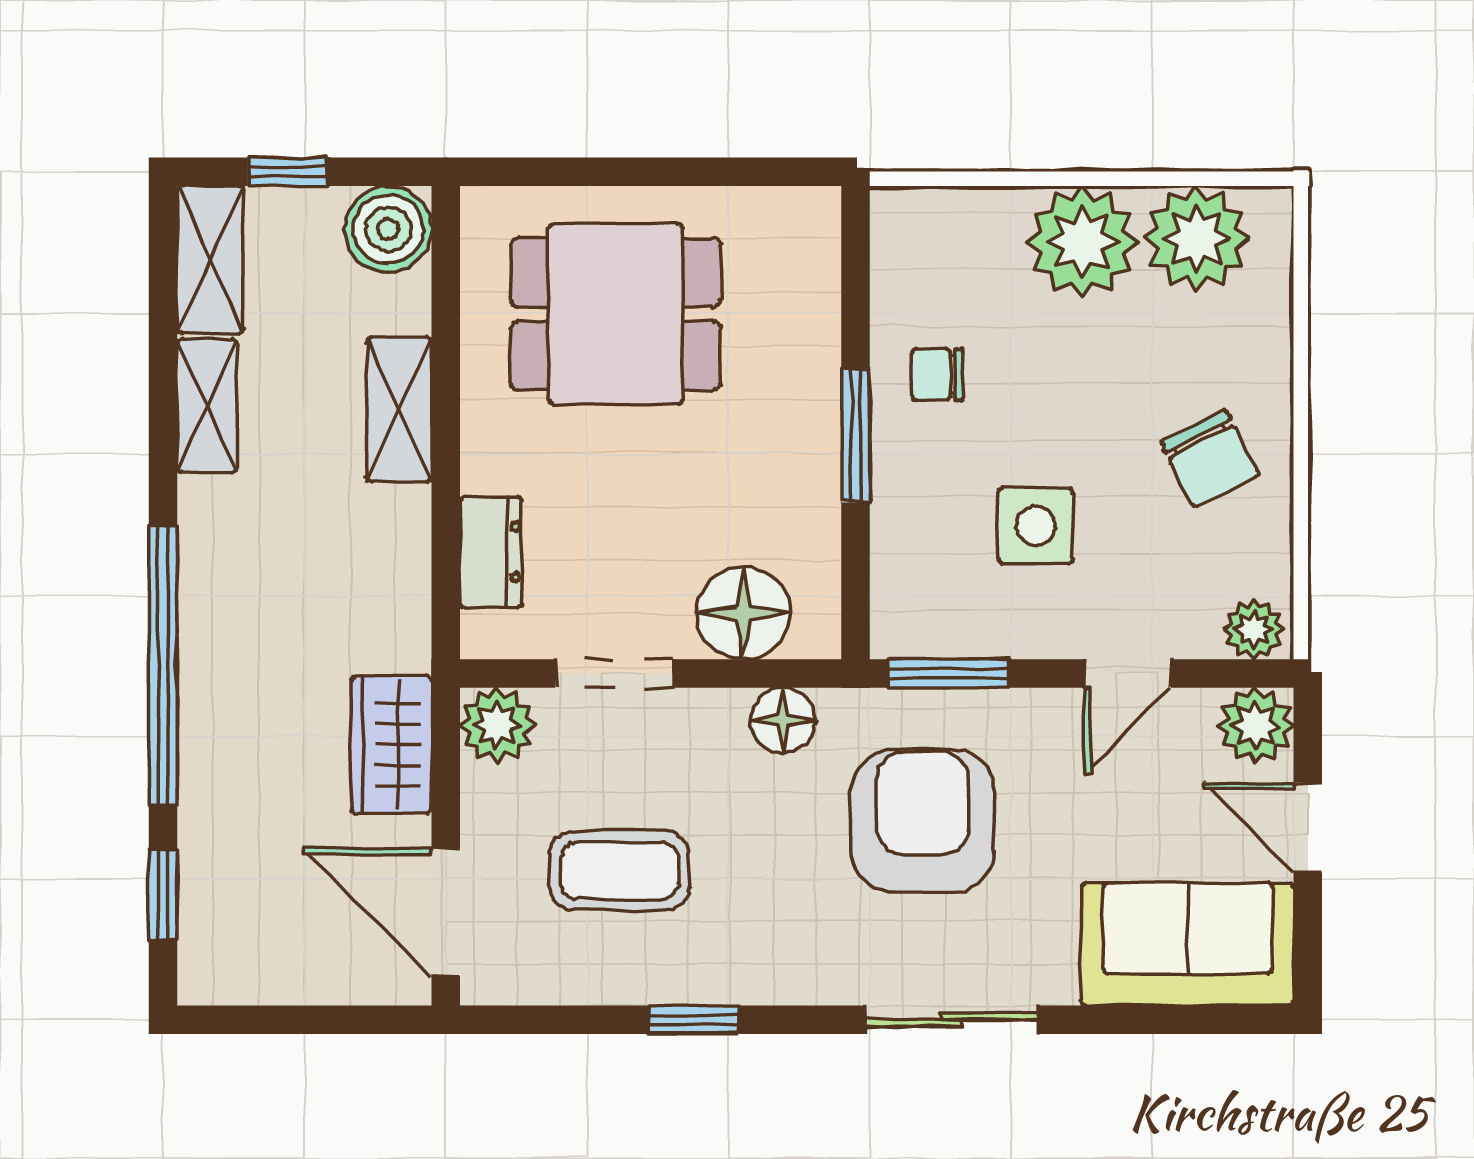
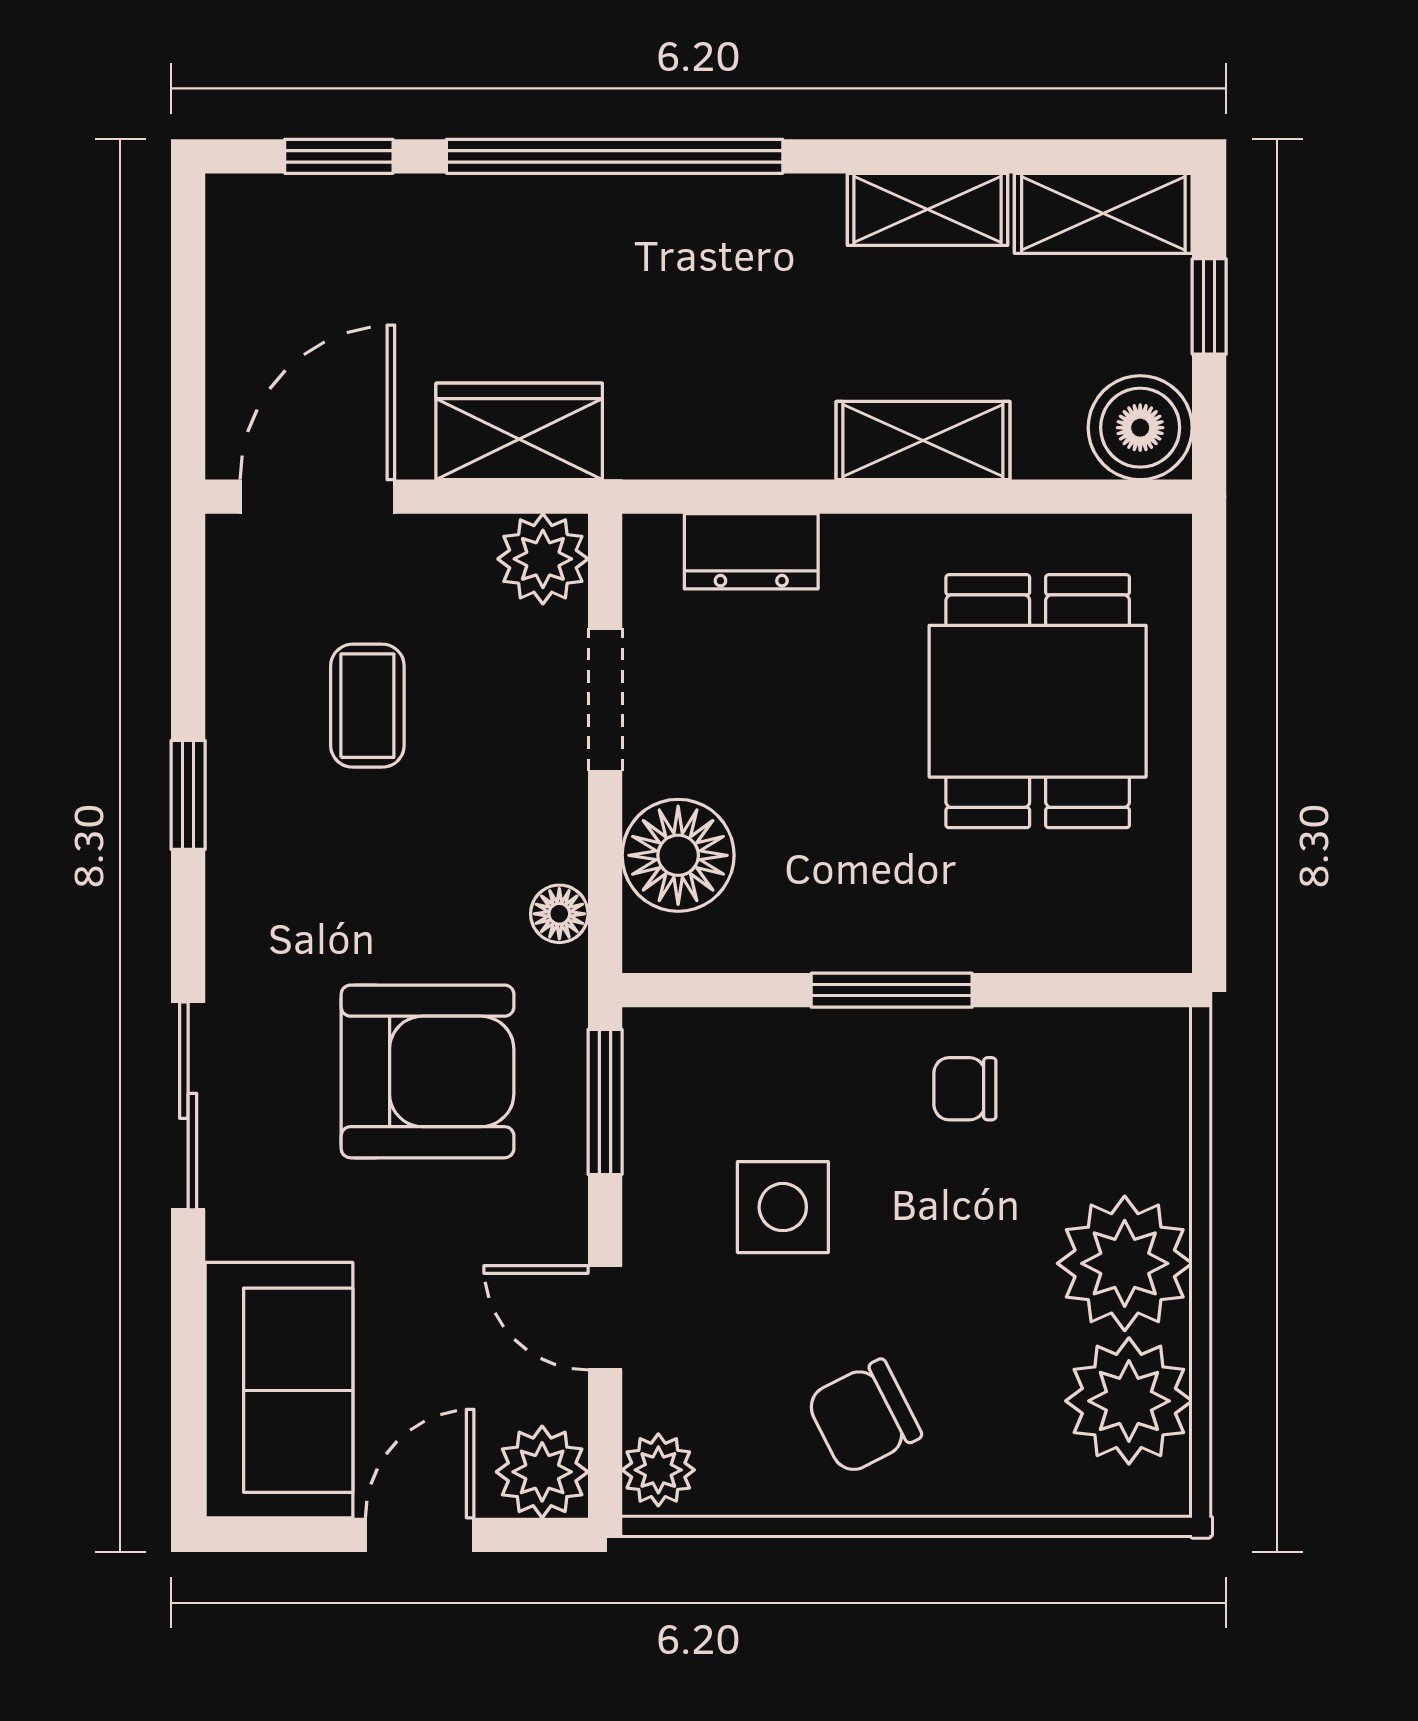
chair: (937, 375) -> (965, 1089), turned -90
floor lamp: (783, 720) -> (559, 914), width x0.73, depth x0.73
coffee table: (619, 871) -> (367, 706), width x0.73, depth x0.77

